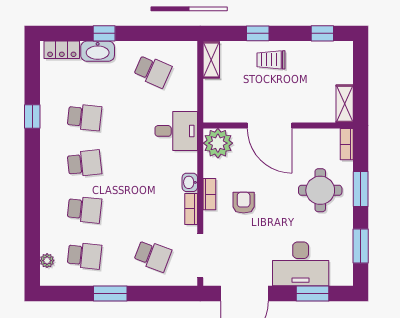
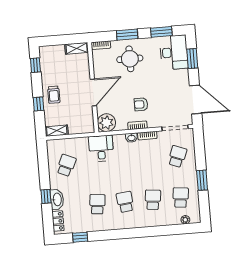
window: (32, 116) -> (80, 237), moved
desk: (301, 264) -> (174, 52), moved

